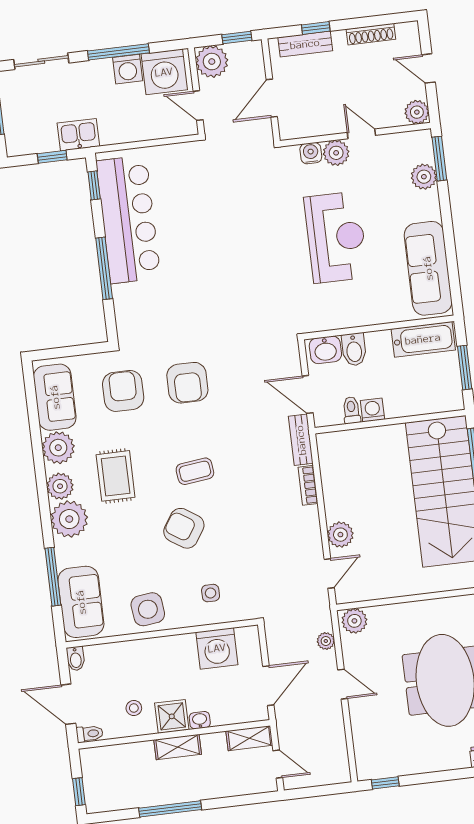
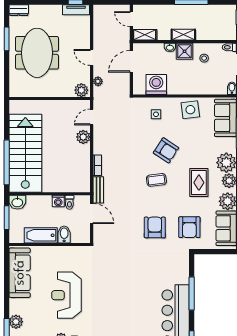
bathtub: (423, 339) -> (41, 235), moved
washbasin: (325, 350) -> (17, 202), moved, turned 180
tv unit: (382, 769) -> (76, 10), added

